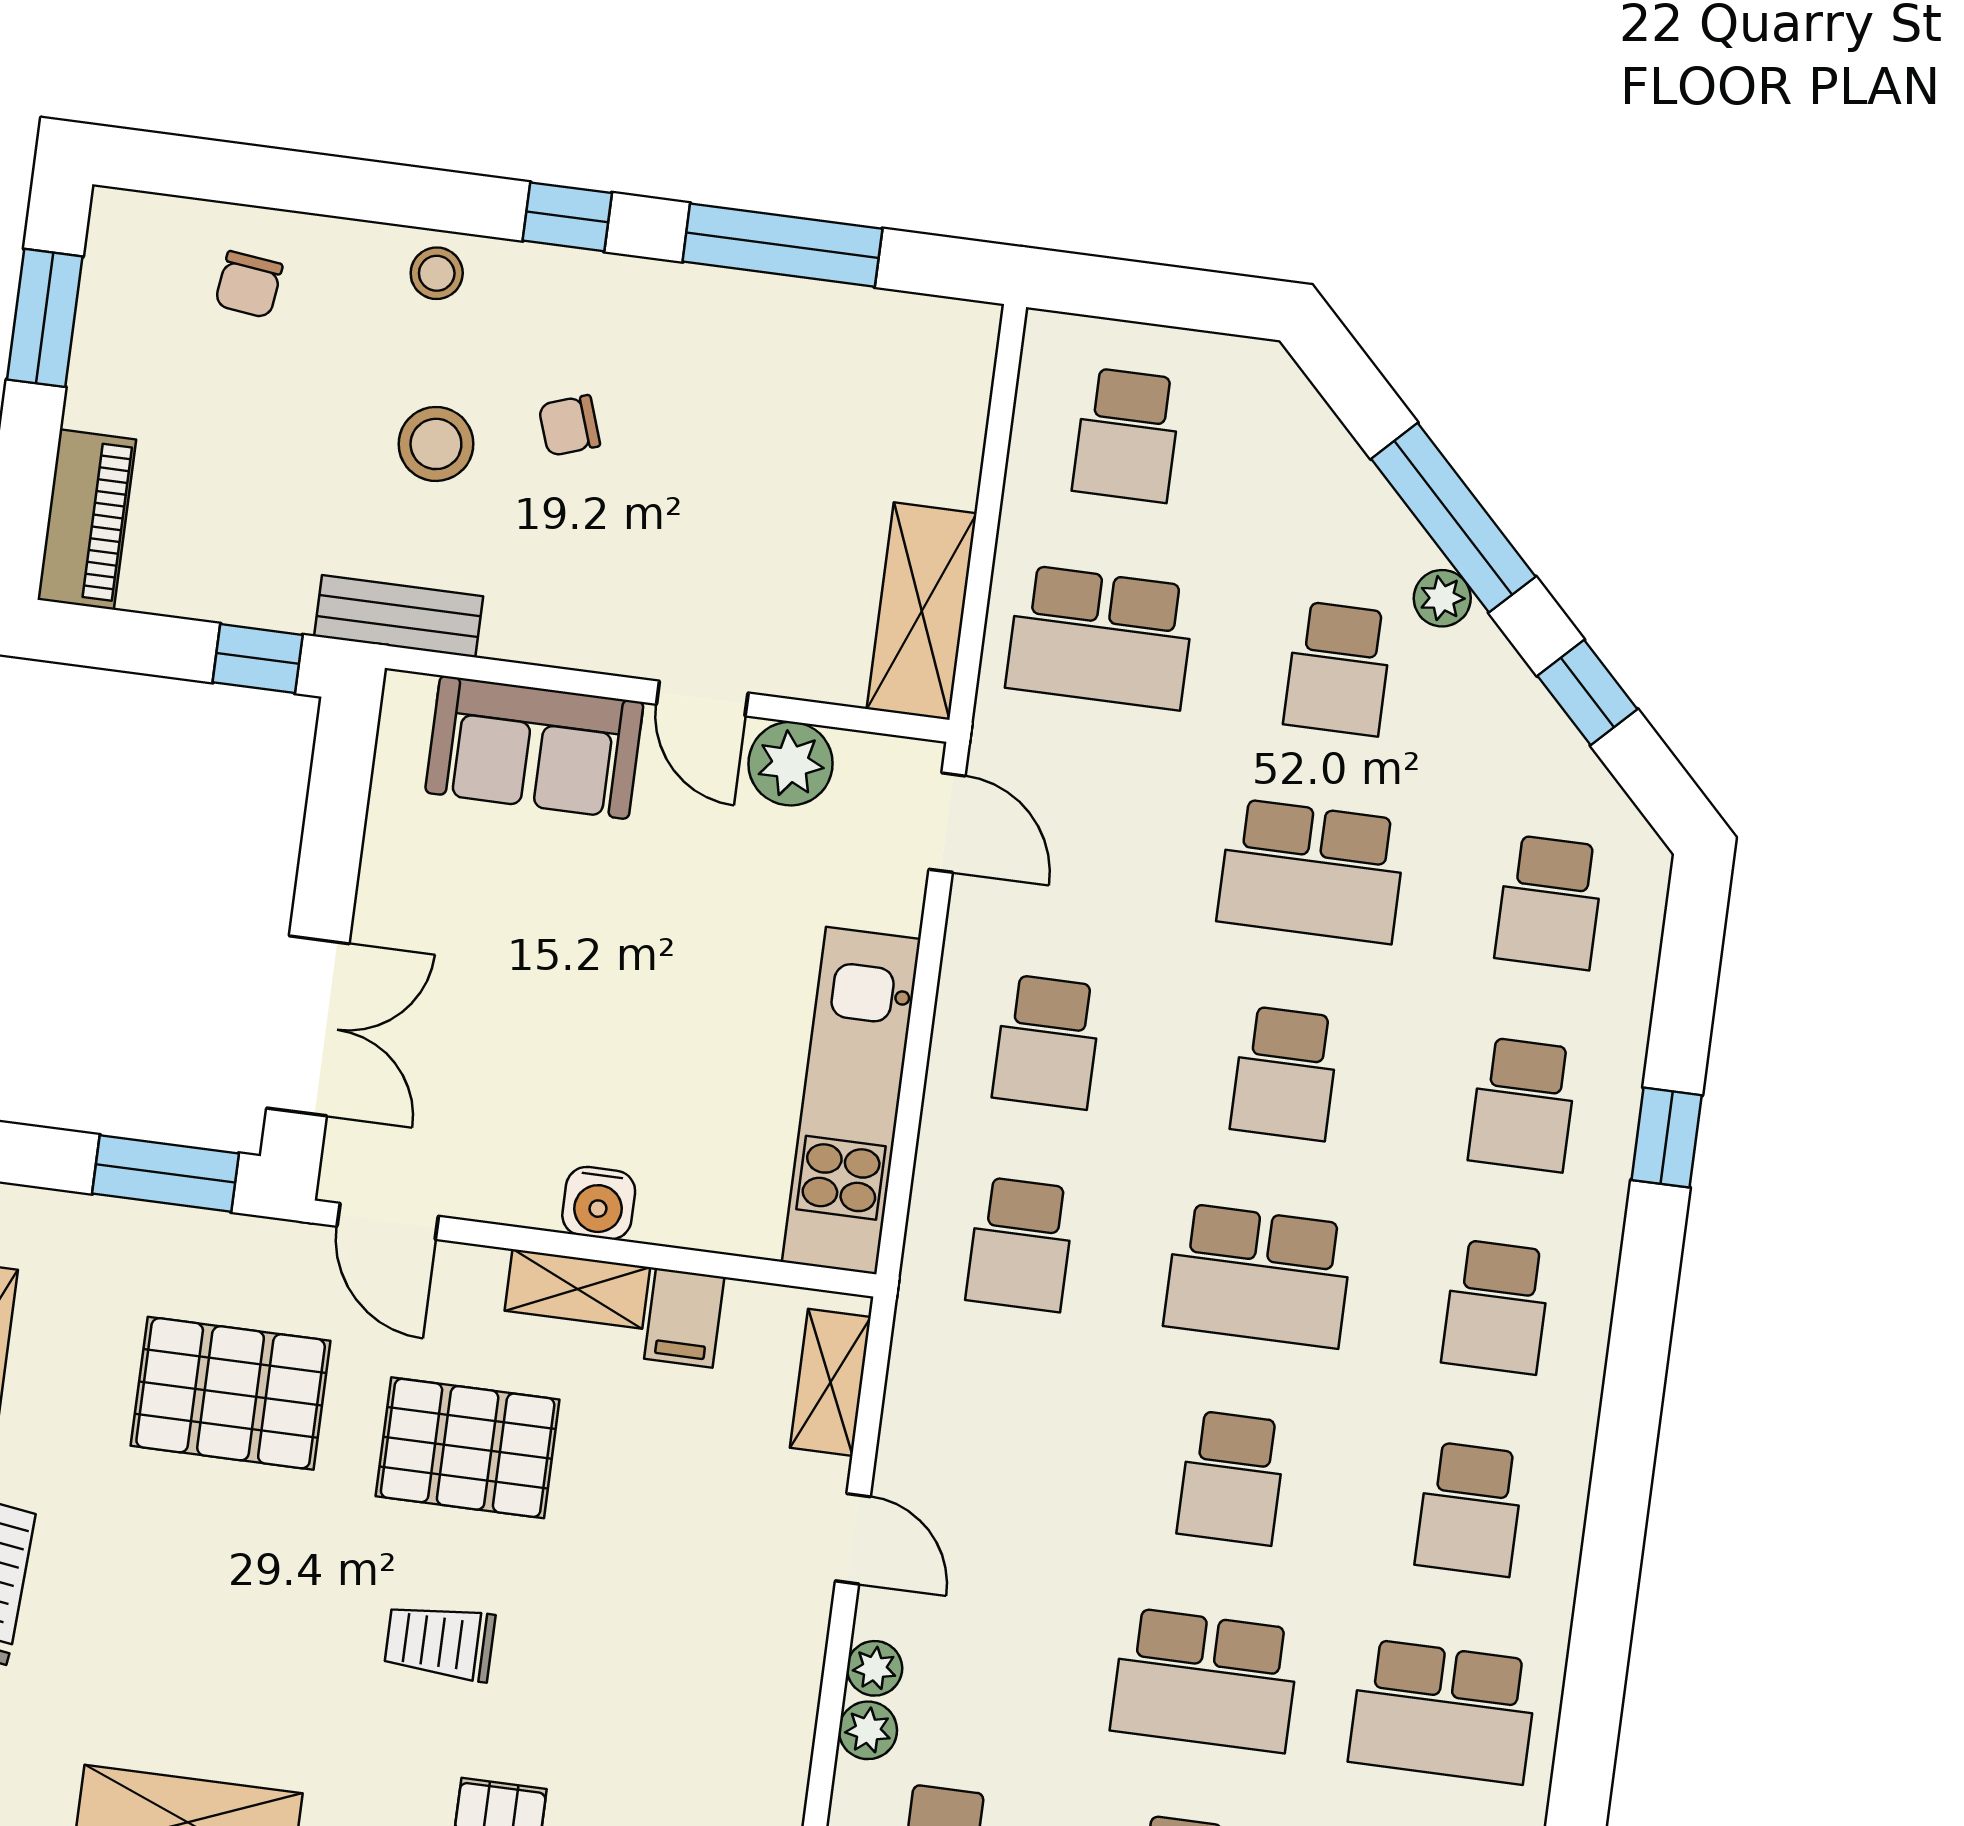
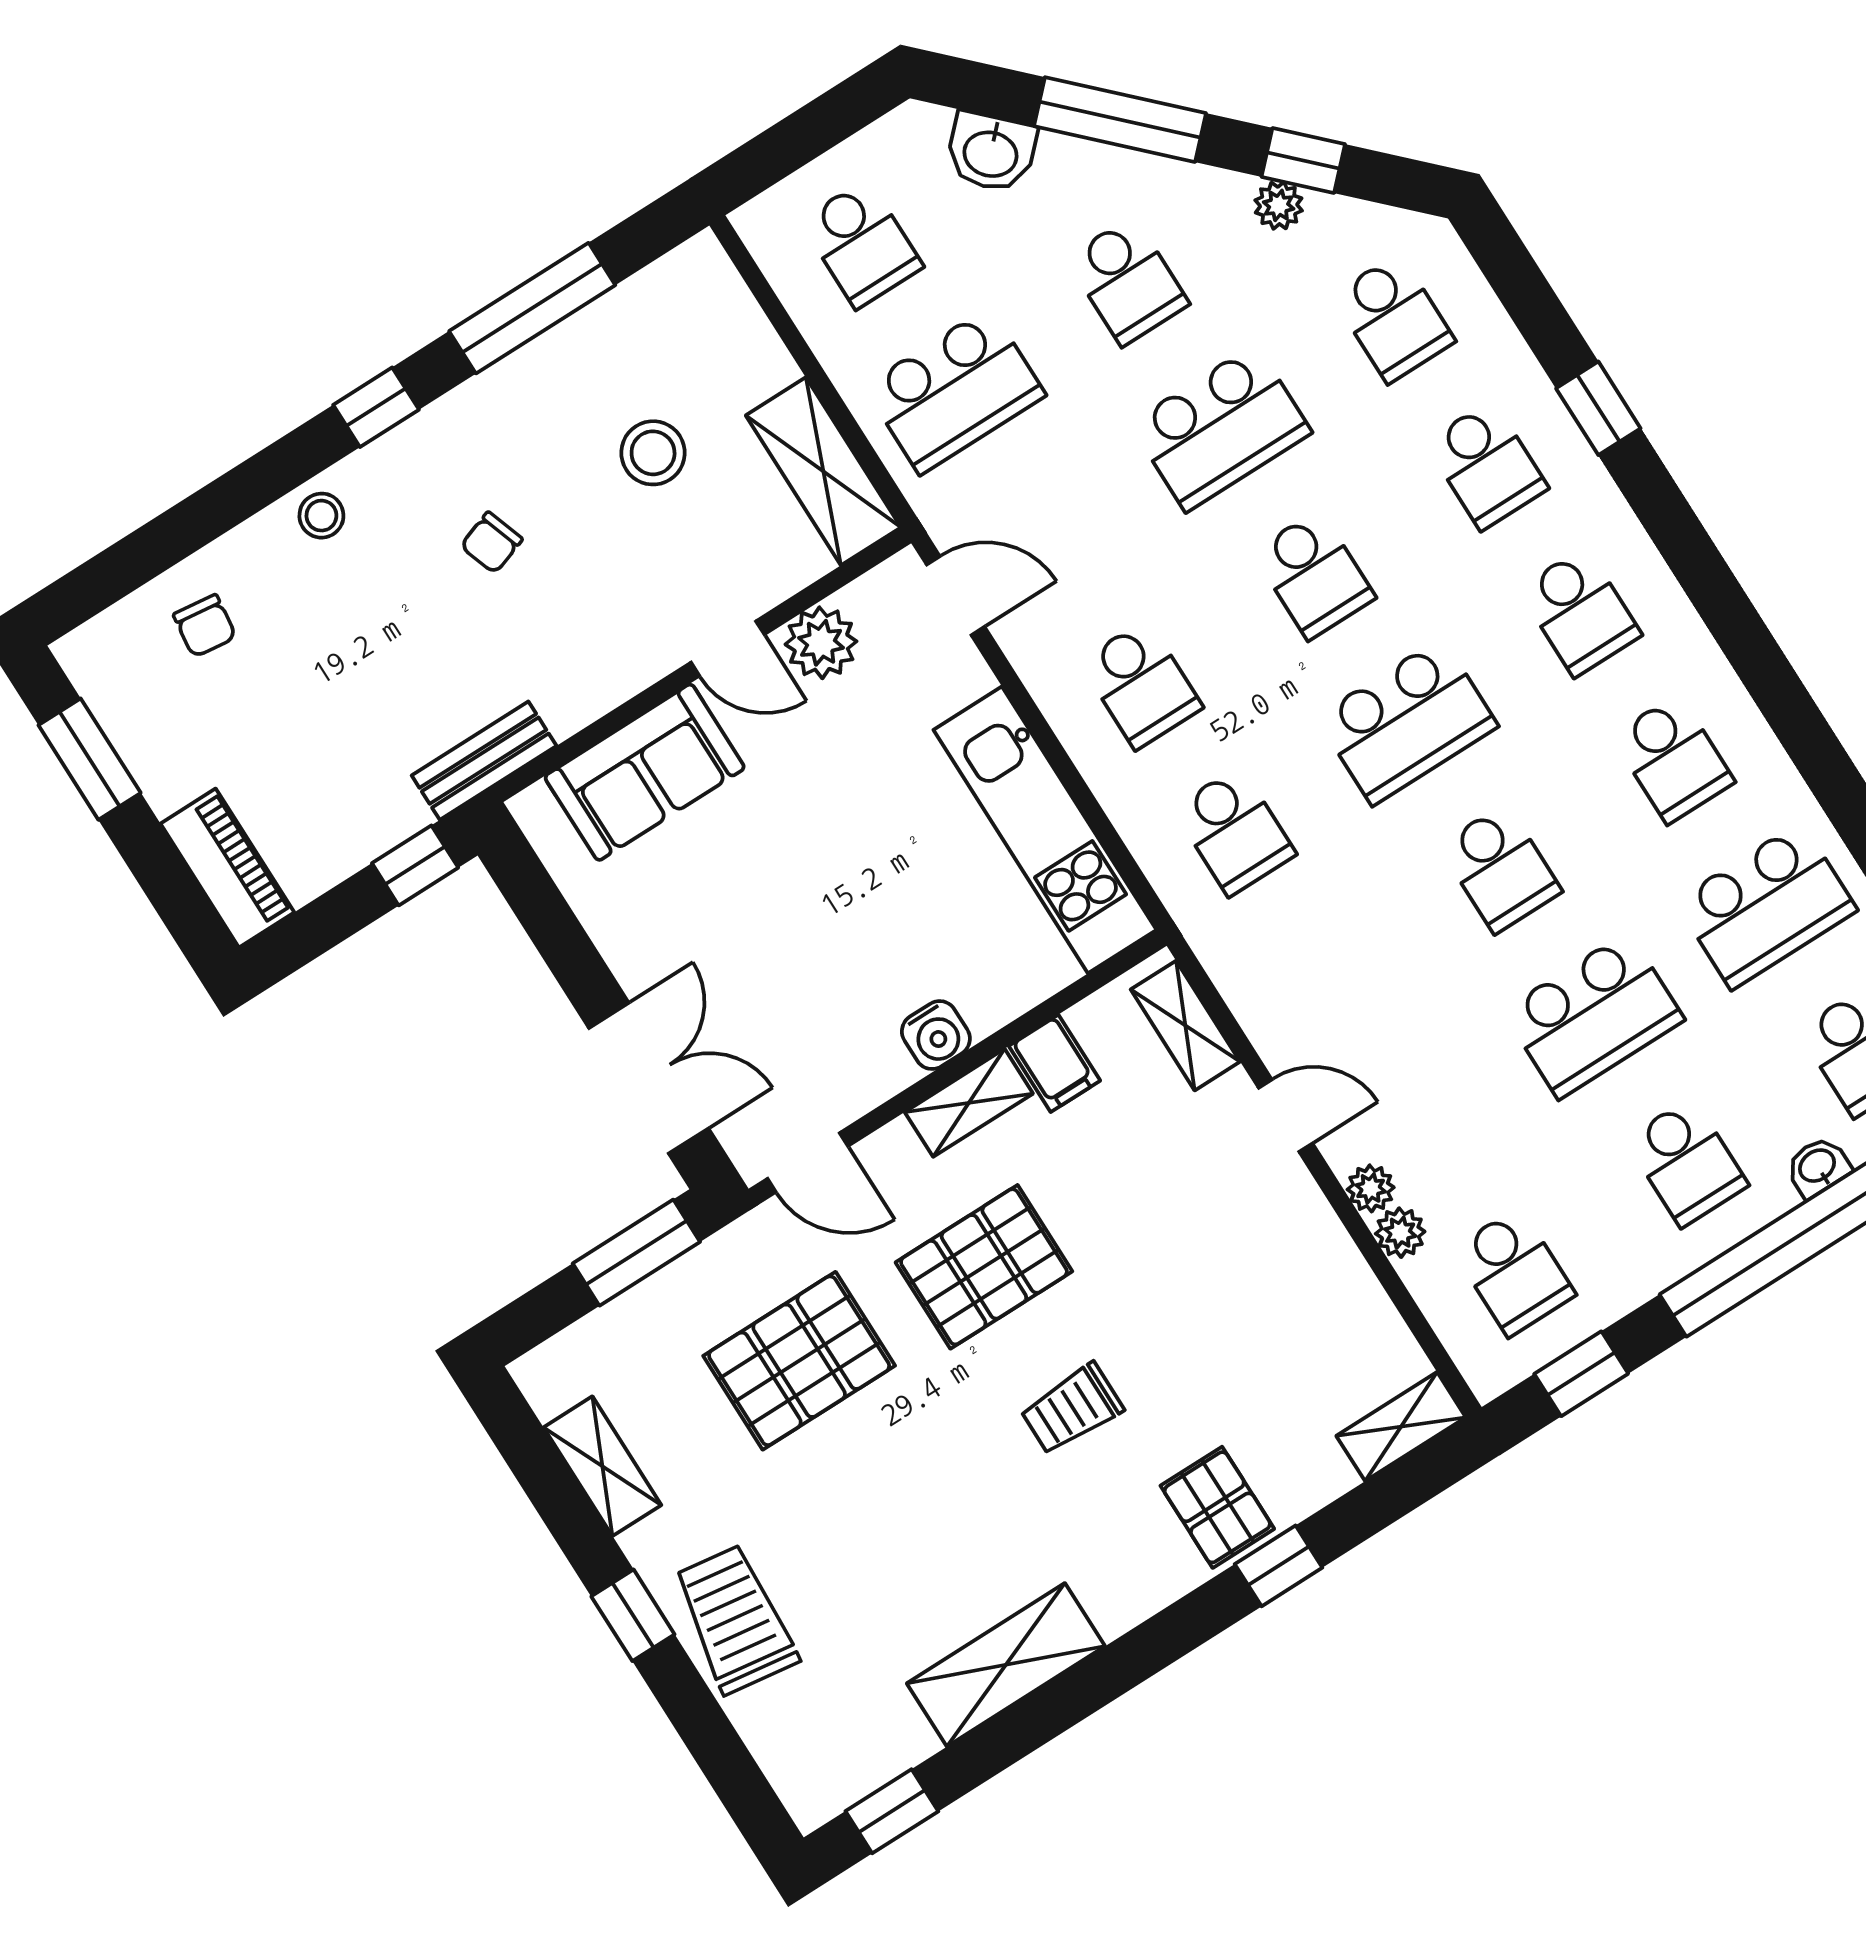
stool: (436, 444) -> (653, 453), moved
washbasin: (1313, 450) -> (991, 152), added
plant: (1442, 598) -> (1279, 205), moved

